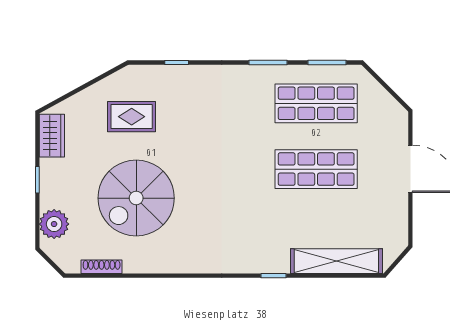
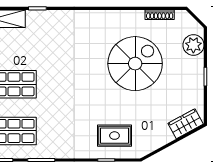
rug: (132, 117) -> (114, 136), moved
wardrobe: (52, 136) -> (186, 124), moved, turned 61

